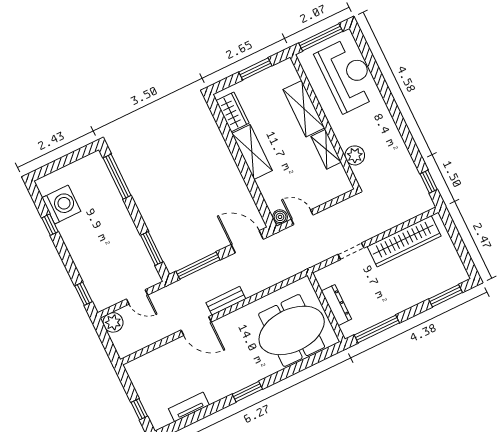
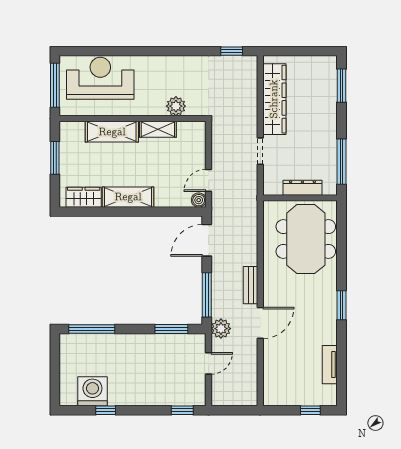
plant: (113, 322) -> (221, 329), moved

